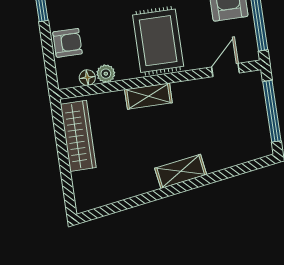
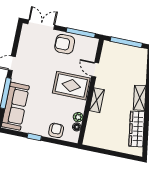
door: (226, 70) -> (95, 70), moved
wardrobe: (78, 136) -> (137, 129), moved, turned -99

